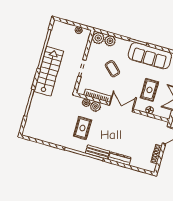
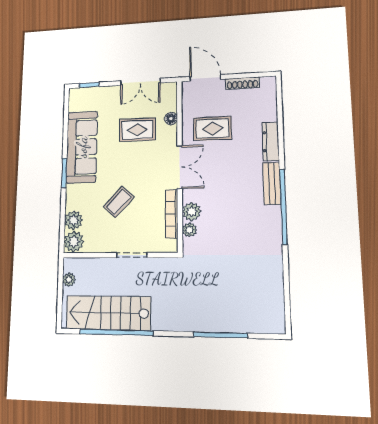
stairs: (49, 71) -> (108, 313), moved
double door: (121, 107) -> (180, 167), swing flipped
rug: (82, 128) -> (212, 129), moved

